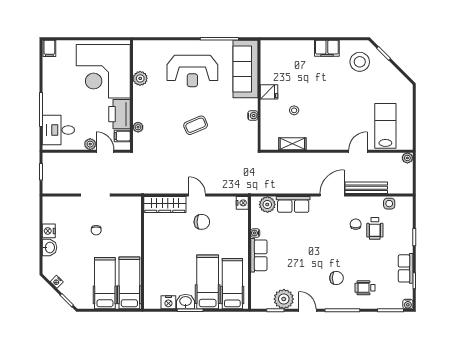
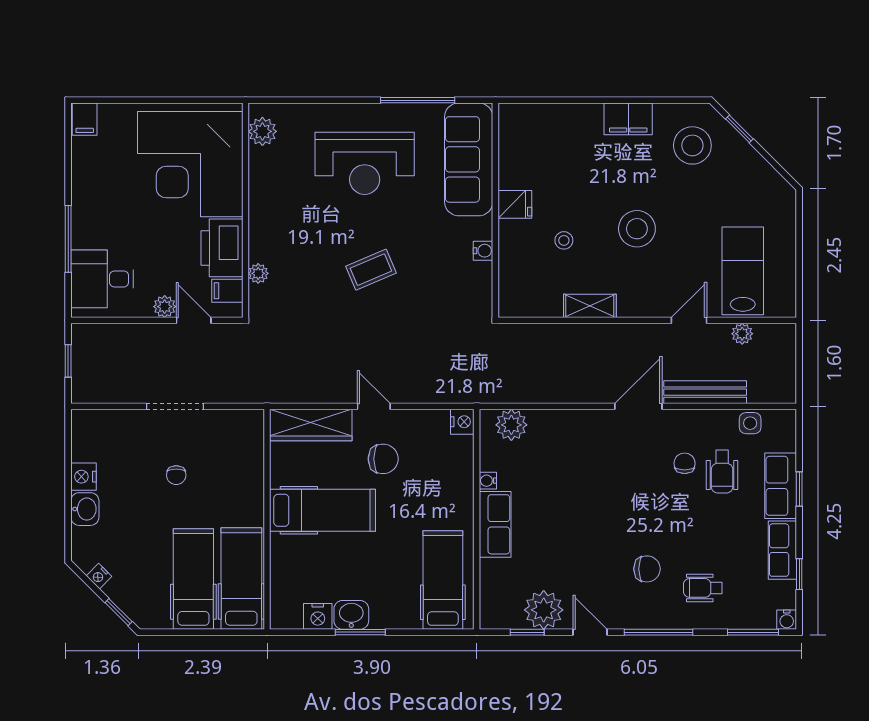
plant: (140, 78) -> (262, 131), moved
stool: (331, 104) -> (637, 229), added
shelving: (292, 144) -> (590, 306), moved
plant: (407, 158) -> (742, 334), moved
row of seats: (293, 204) -> (781, 486), moved, turned 90
hospital bed: (208, 282) -> (323, 510), moved, turned 90

